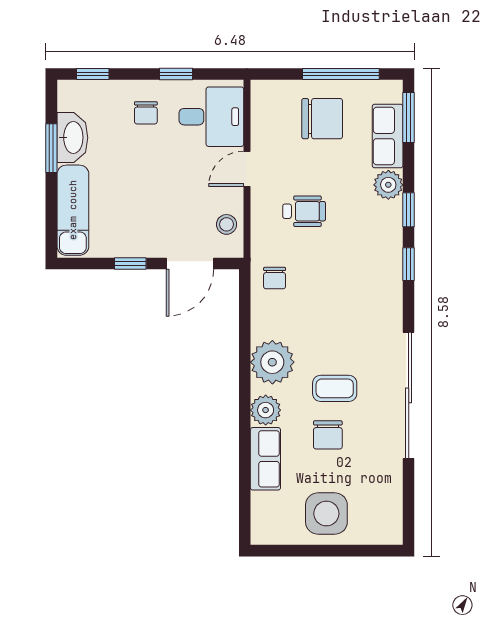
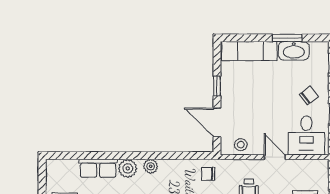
chair: (146, 113) -> (309, 95), turned 142
plant: (272, 362) -> (151, 166), width x0.53, depth x0.53

